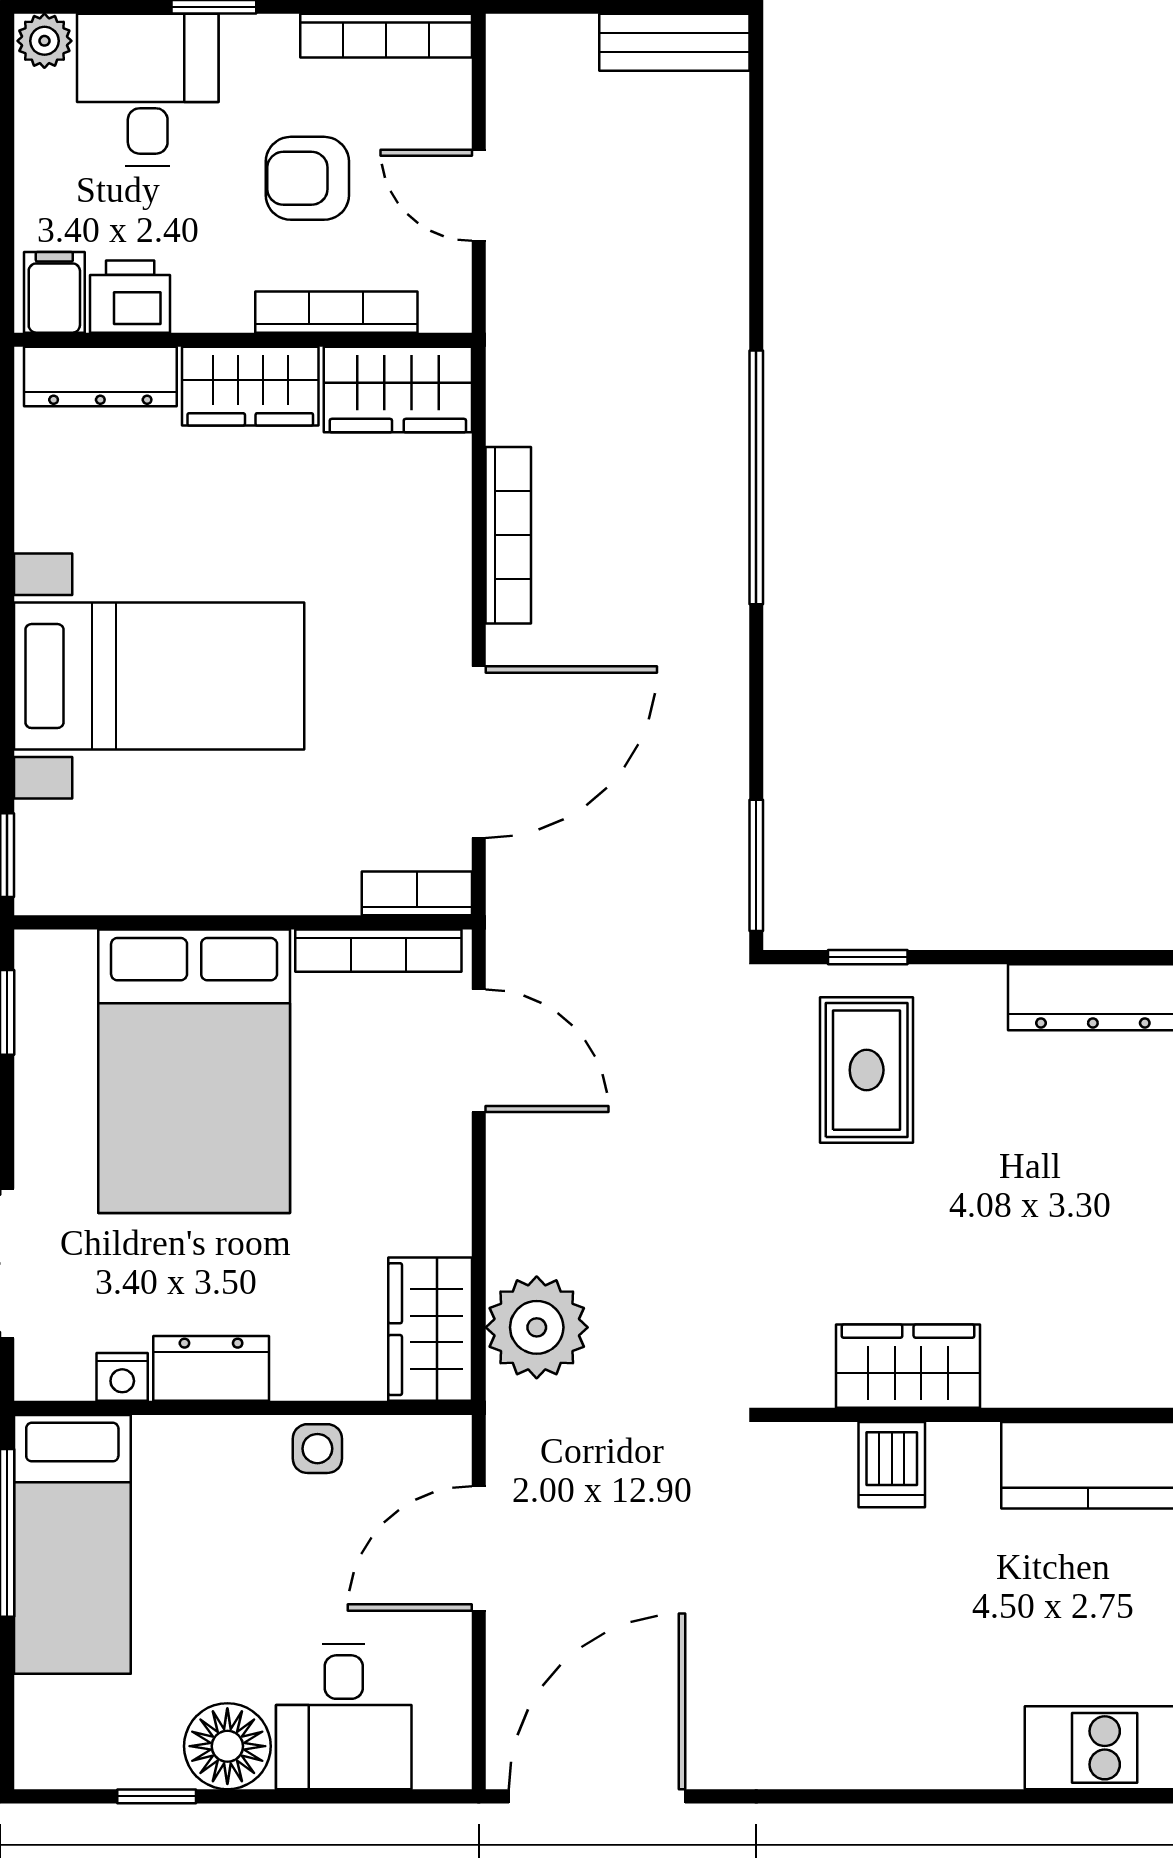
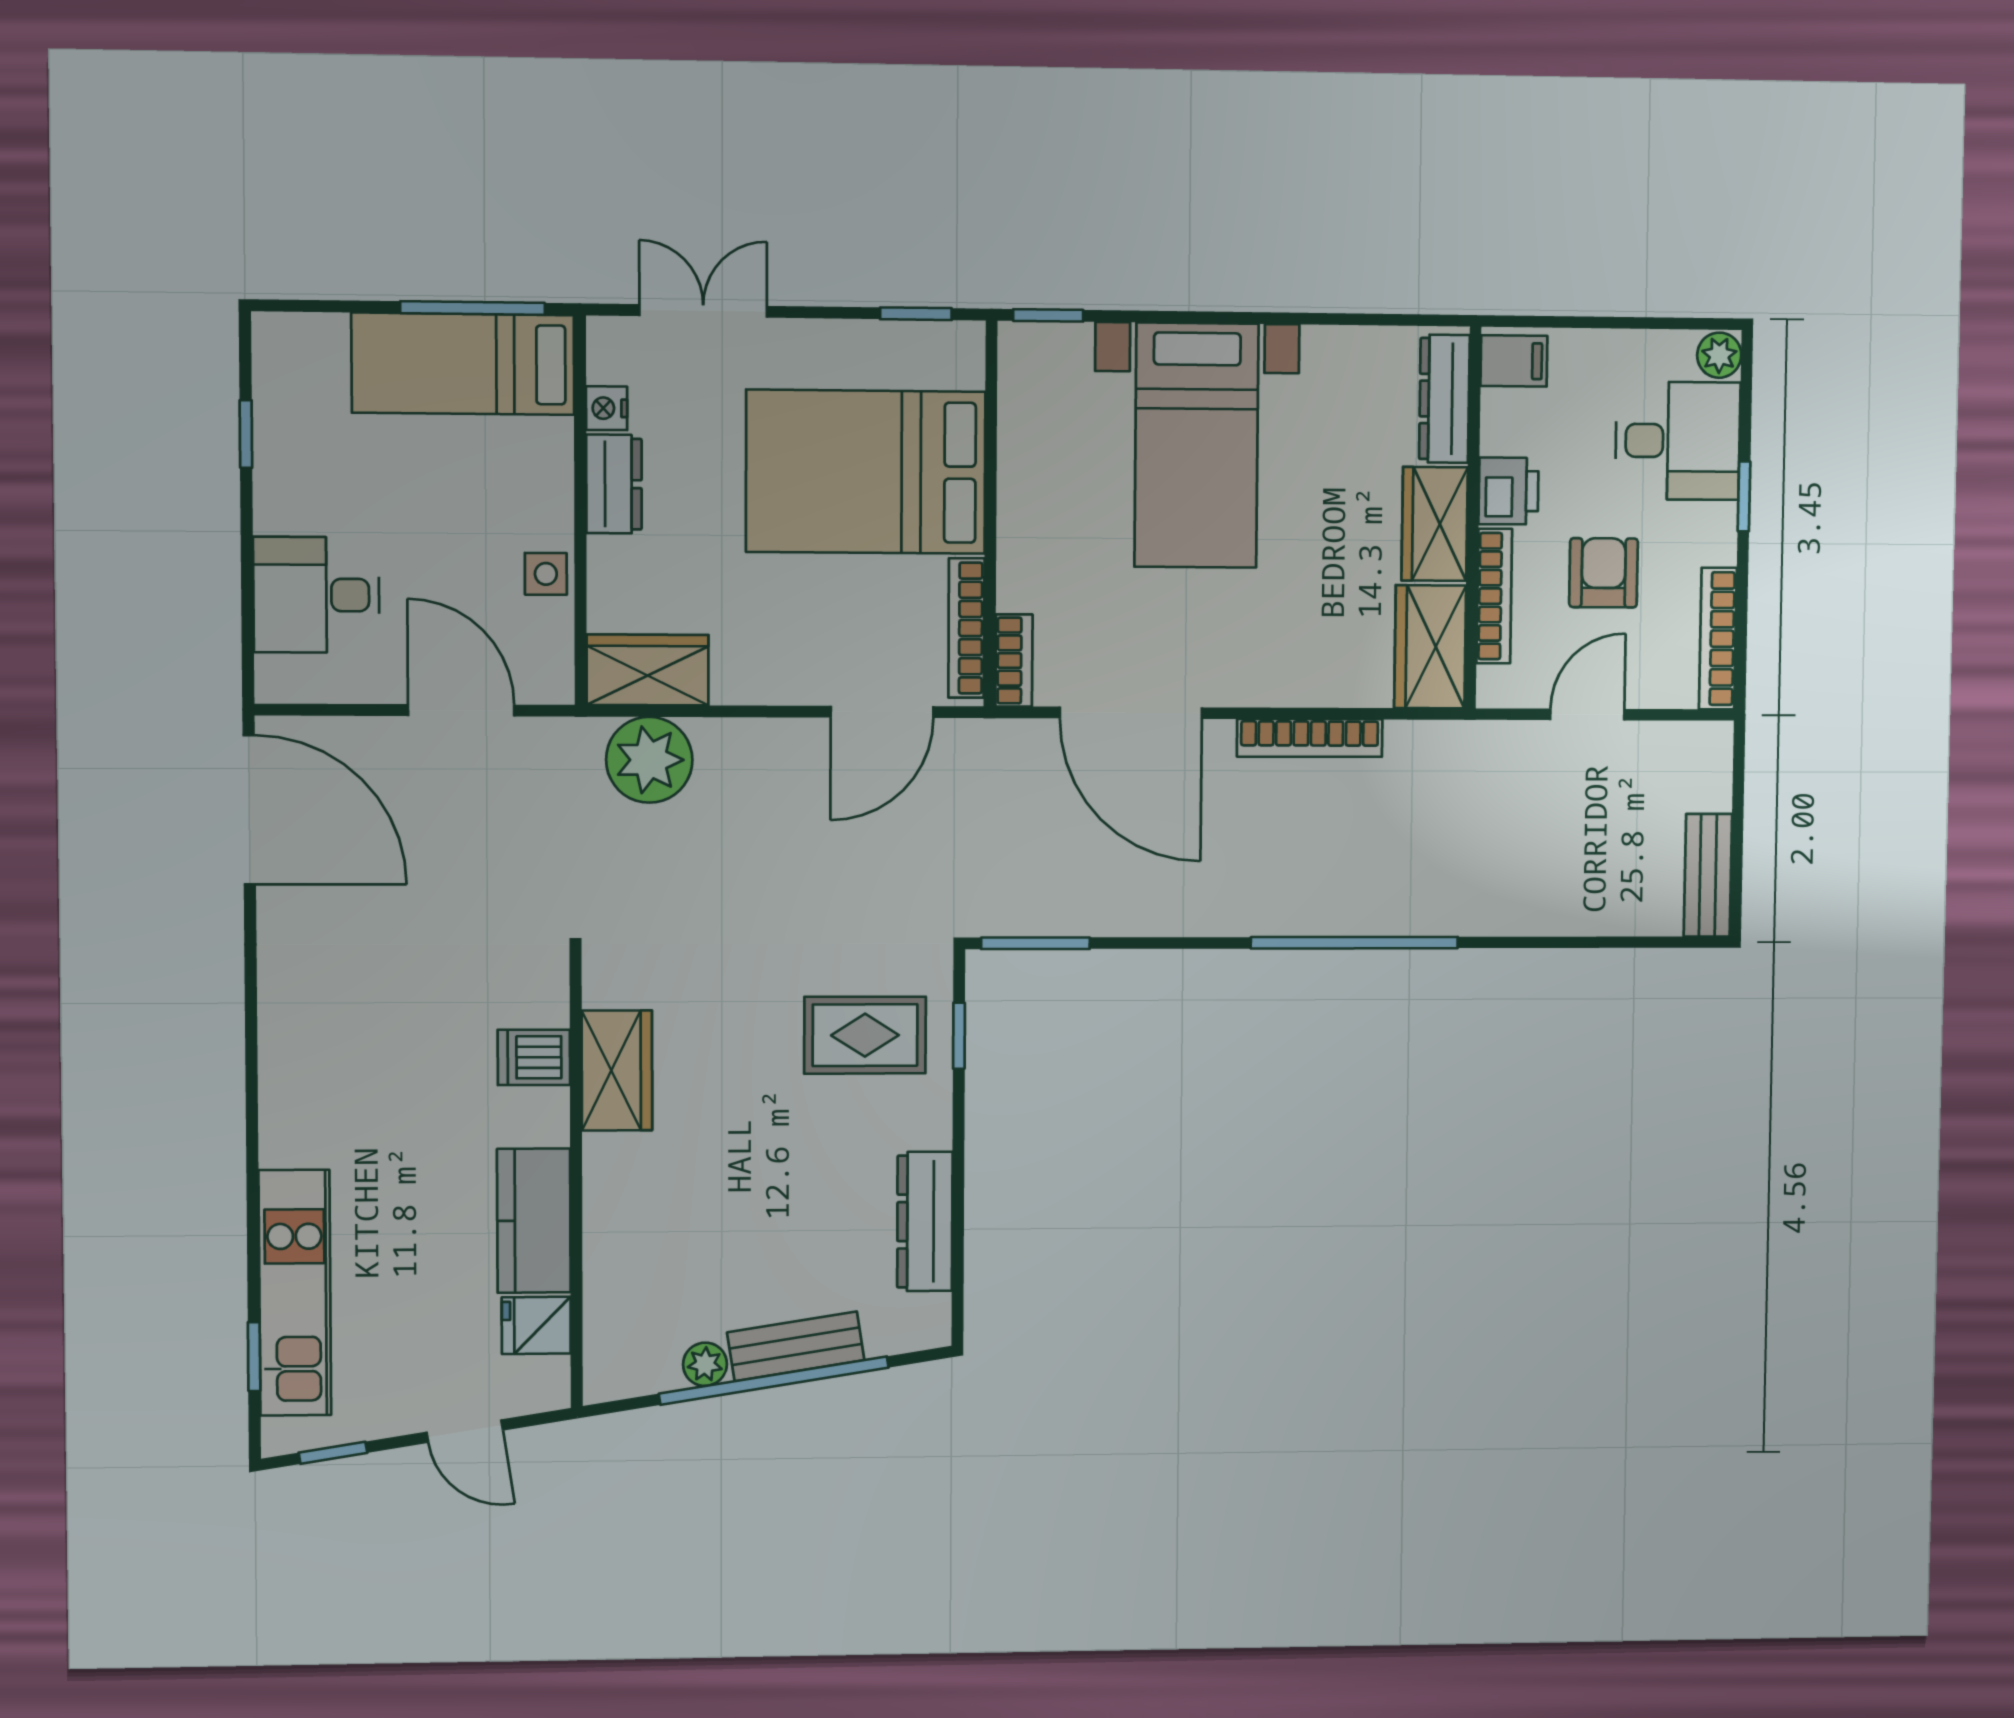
printer: (130, 297) -> (1509, 491), moved
floor lamp: (227, 1746) -> (290, 495), removed

